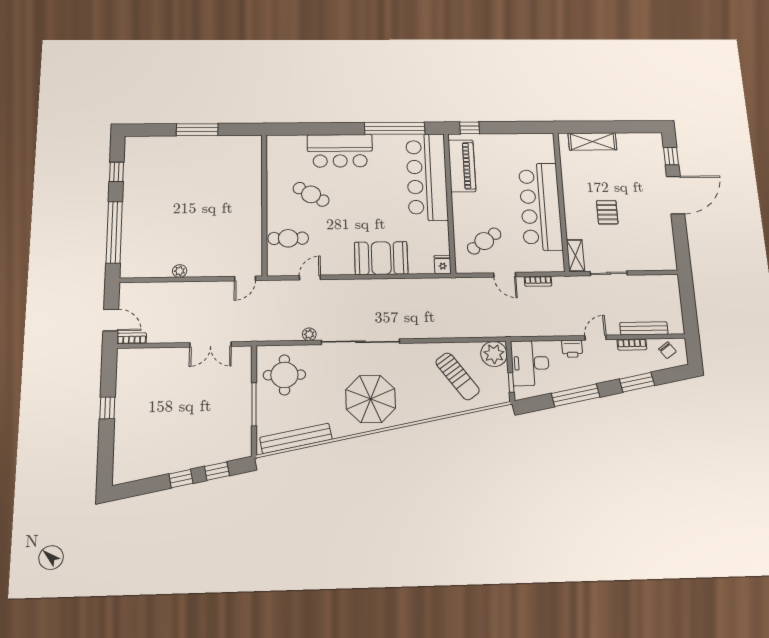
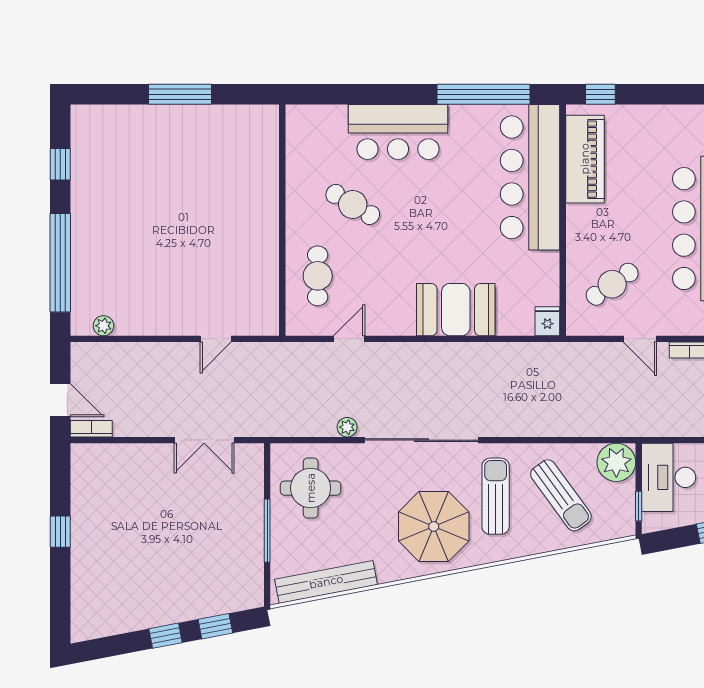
cafe table: (288, 238) -> (318, 276), turned 90
plant: (180, 271) -> (103, 326), moved
door: (245, 278) -> (216, 339), moved
sun lounger: (413, 378) -> (496, 496), added

